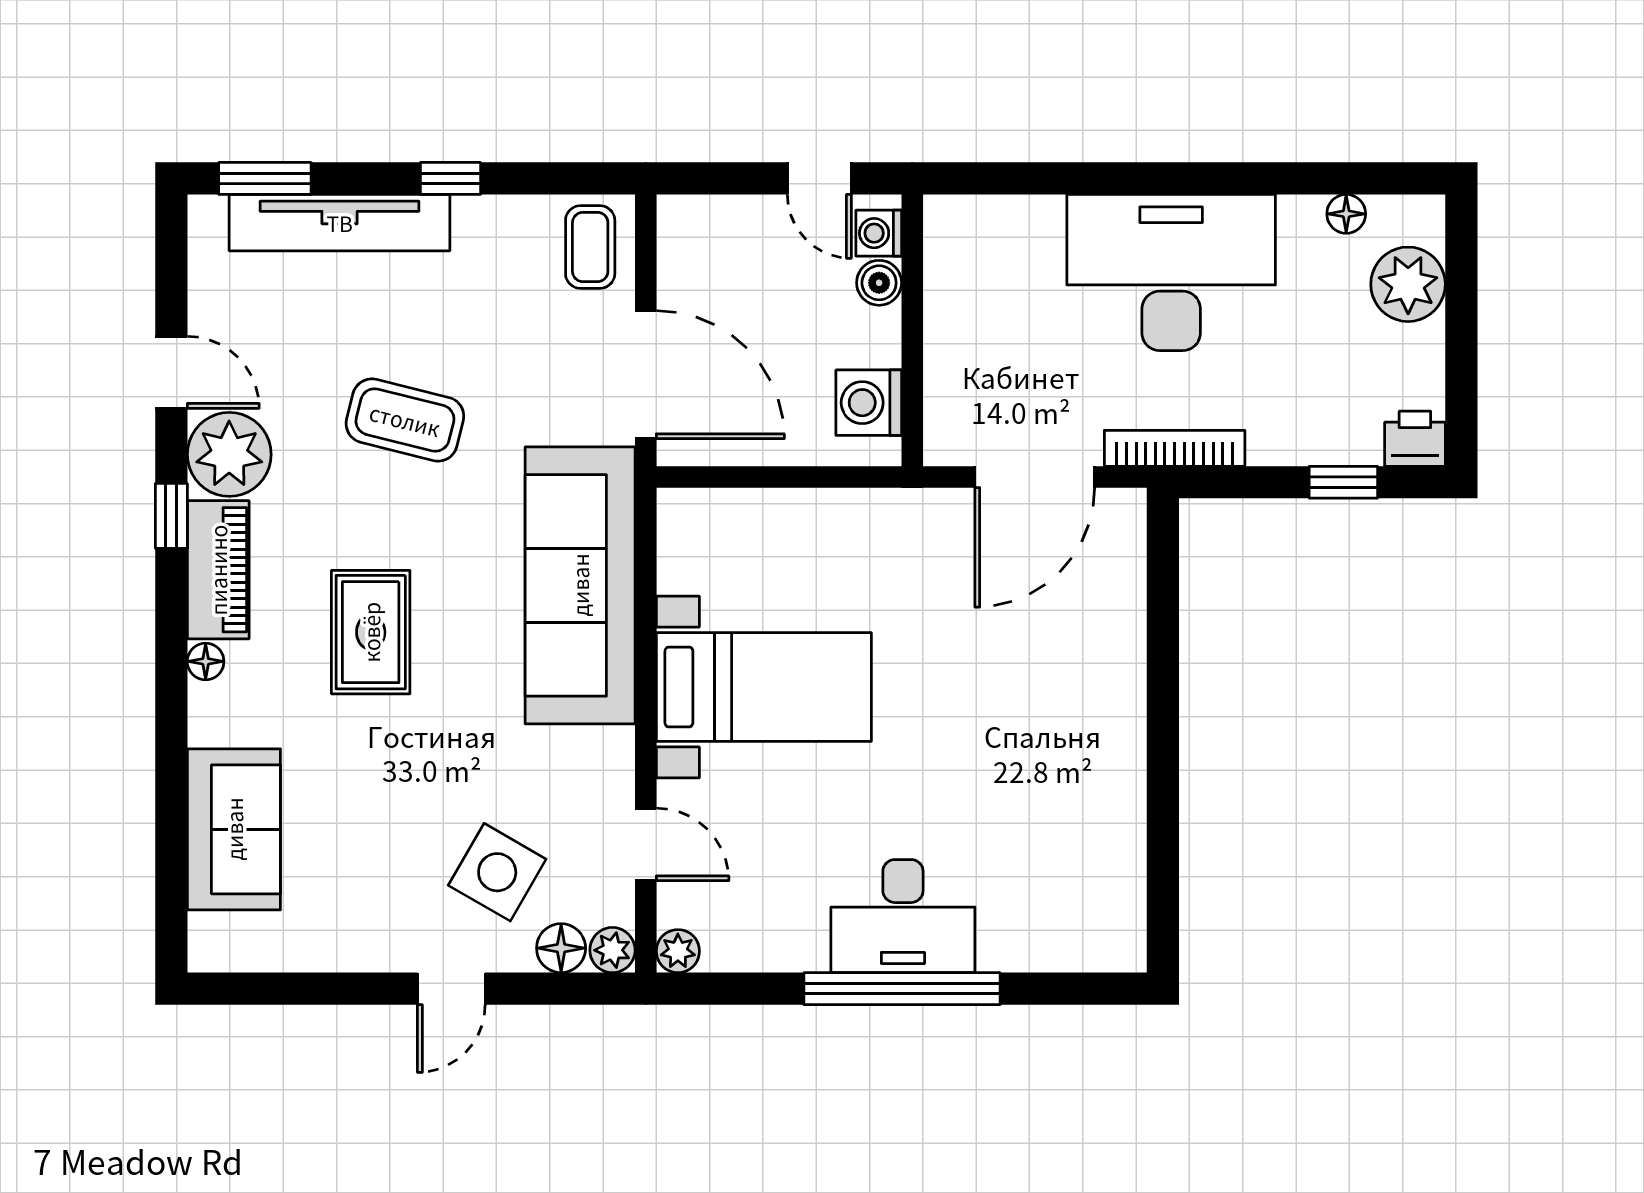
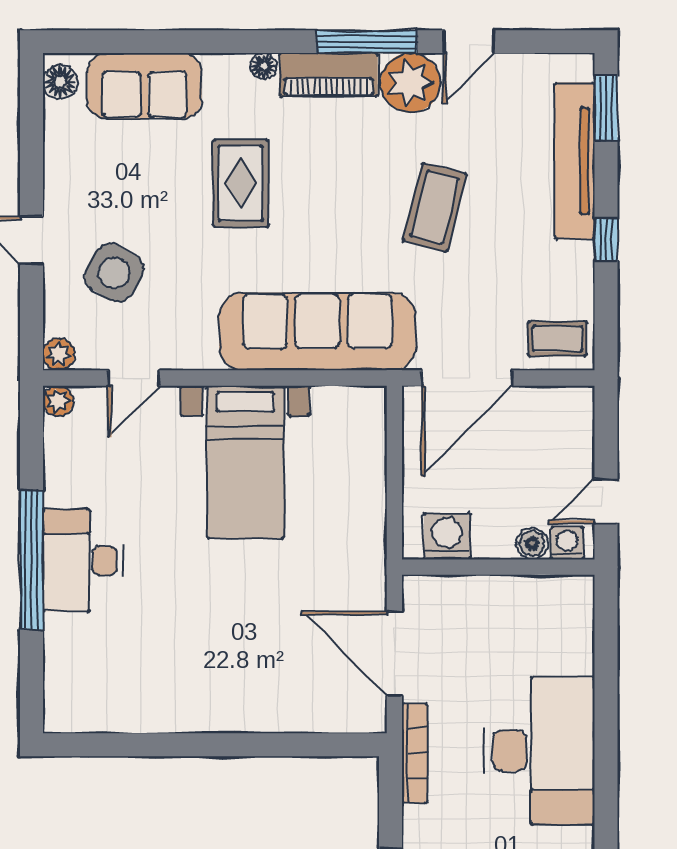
window: (171, 516) -> (367, 42), width x2.17
rug: (371, 632) -> (241, 183), moved, turned 90
floor lamp: (561, 948) -> (60, 82), moved

